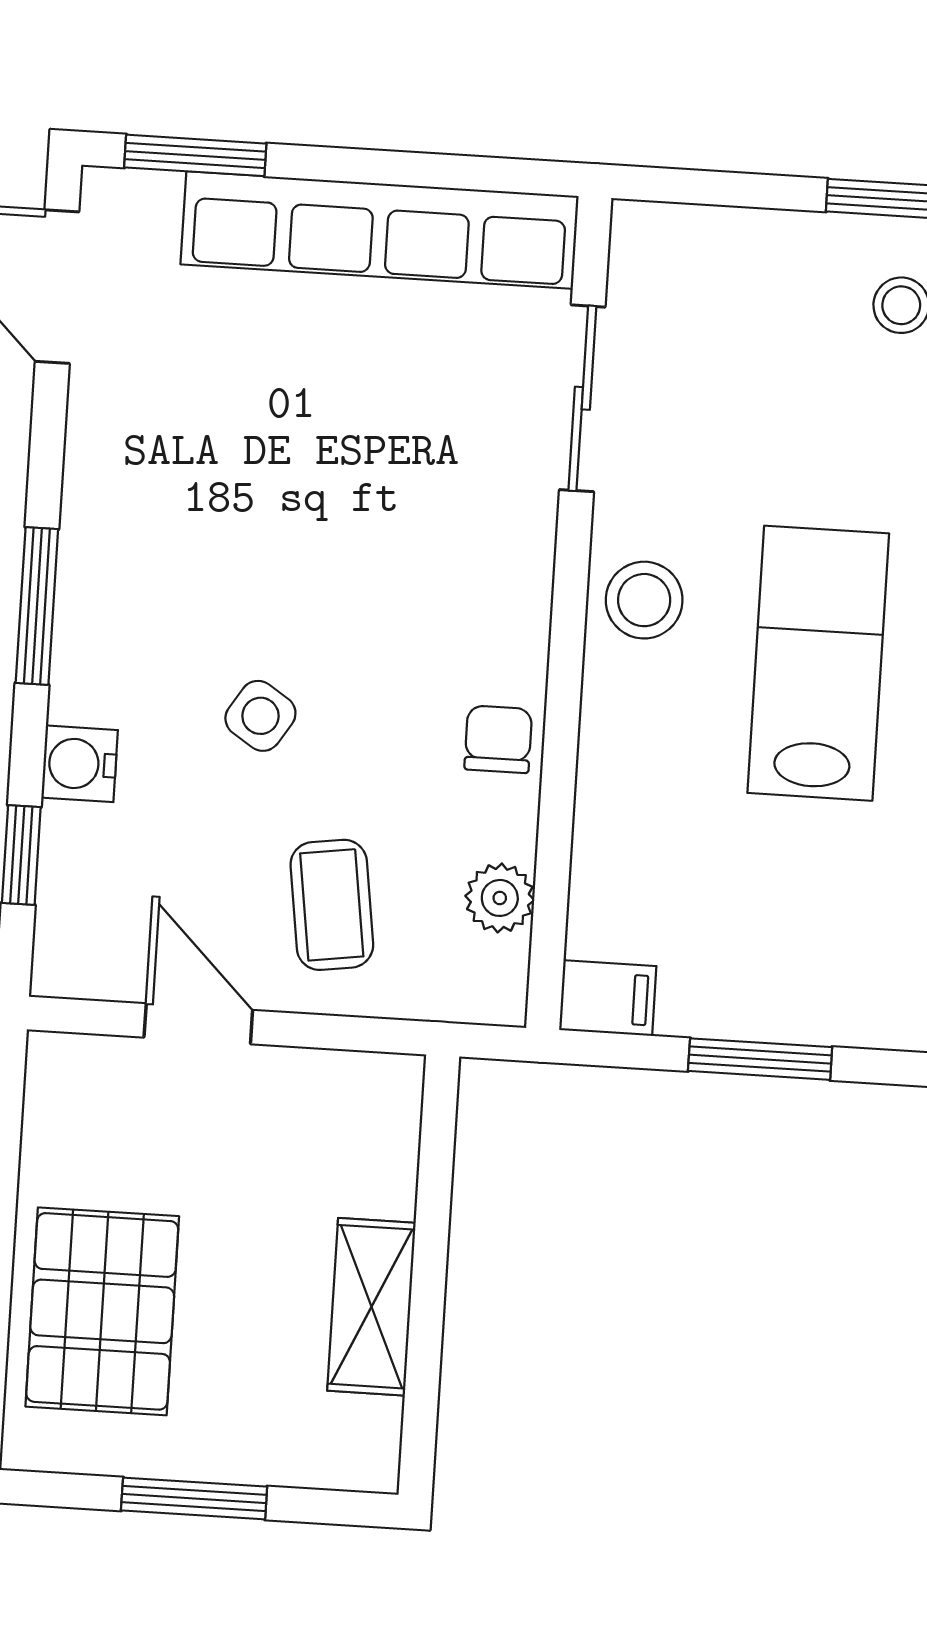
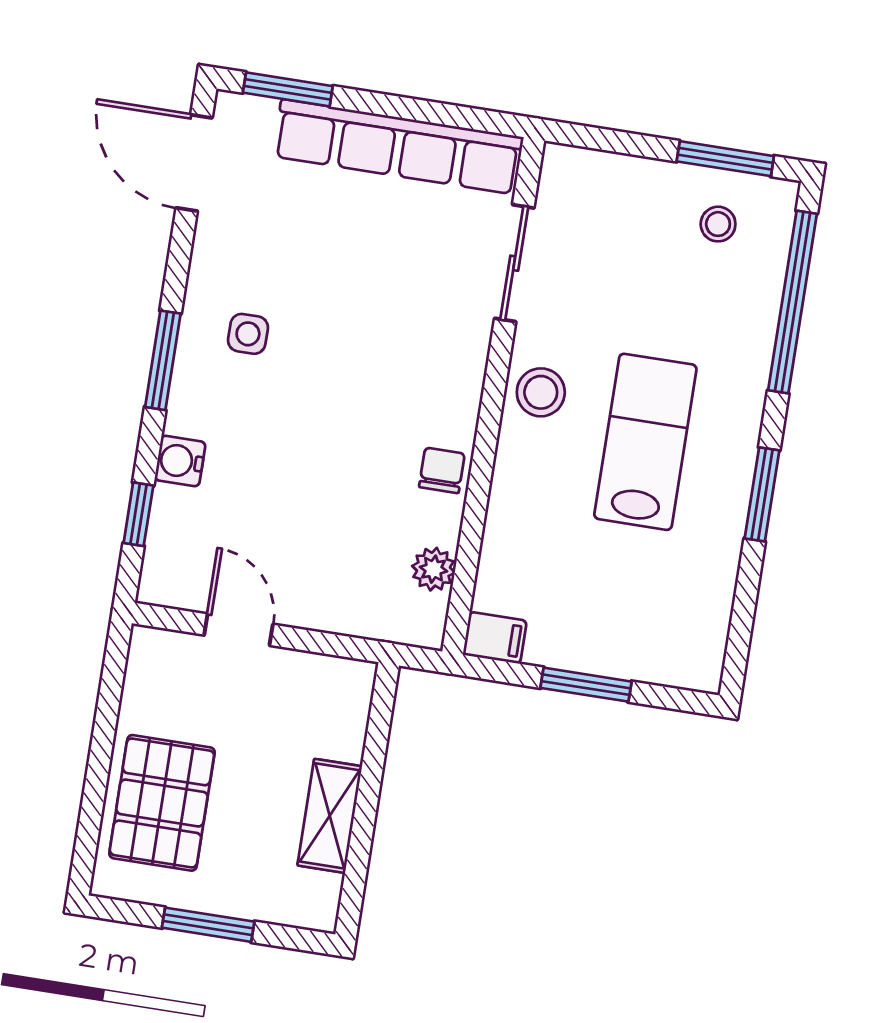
side table: (260, 716) -> (248, 334), moved, turned -33
coffee table: (332, 905) -> (329, 564), removed

